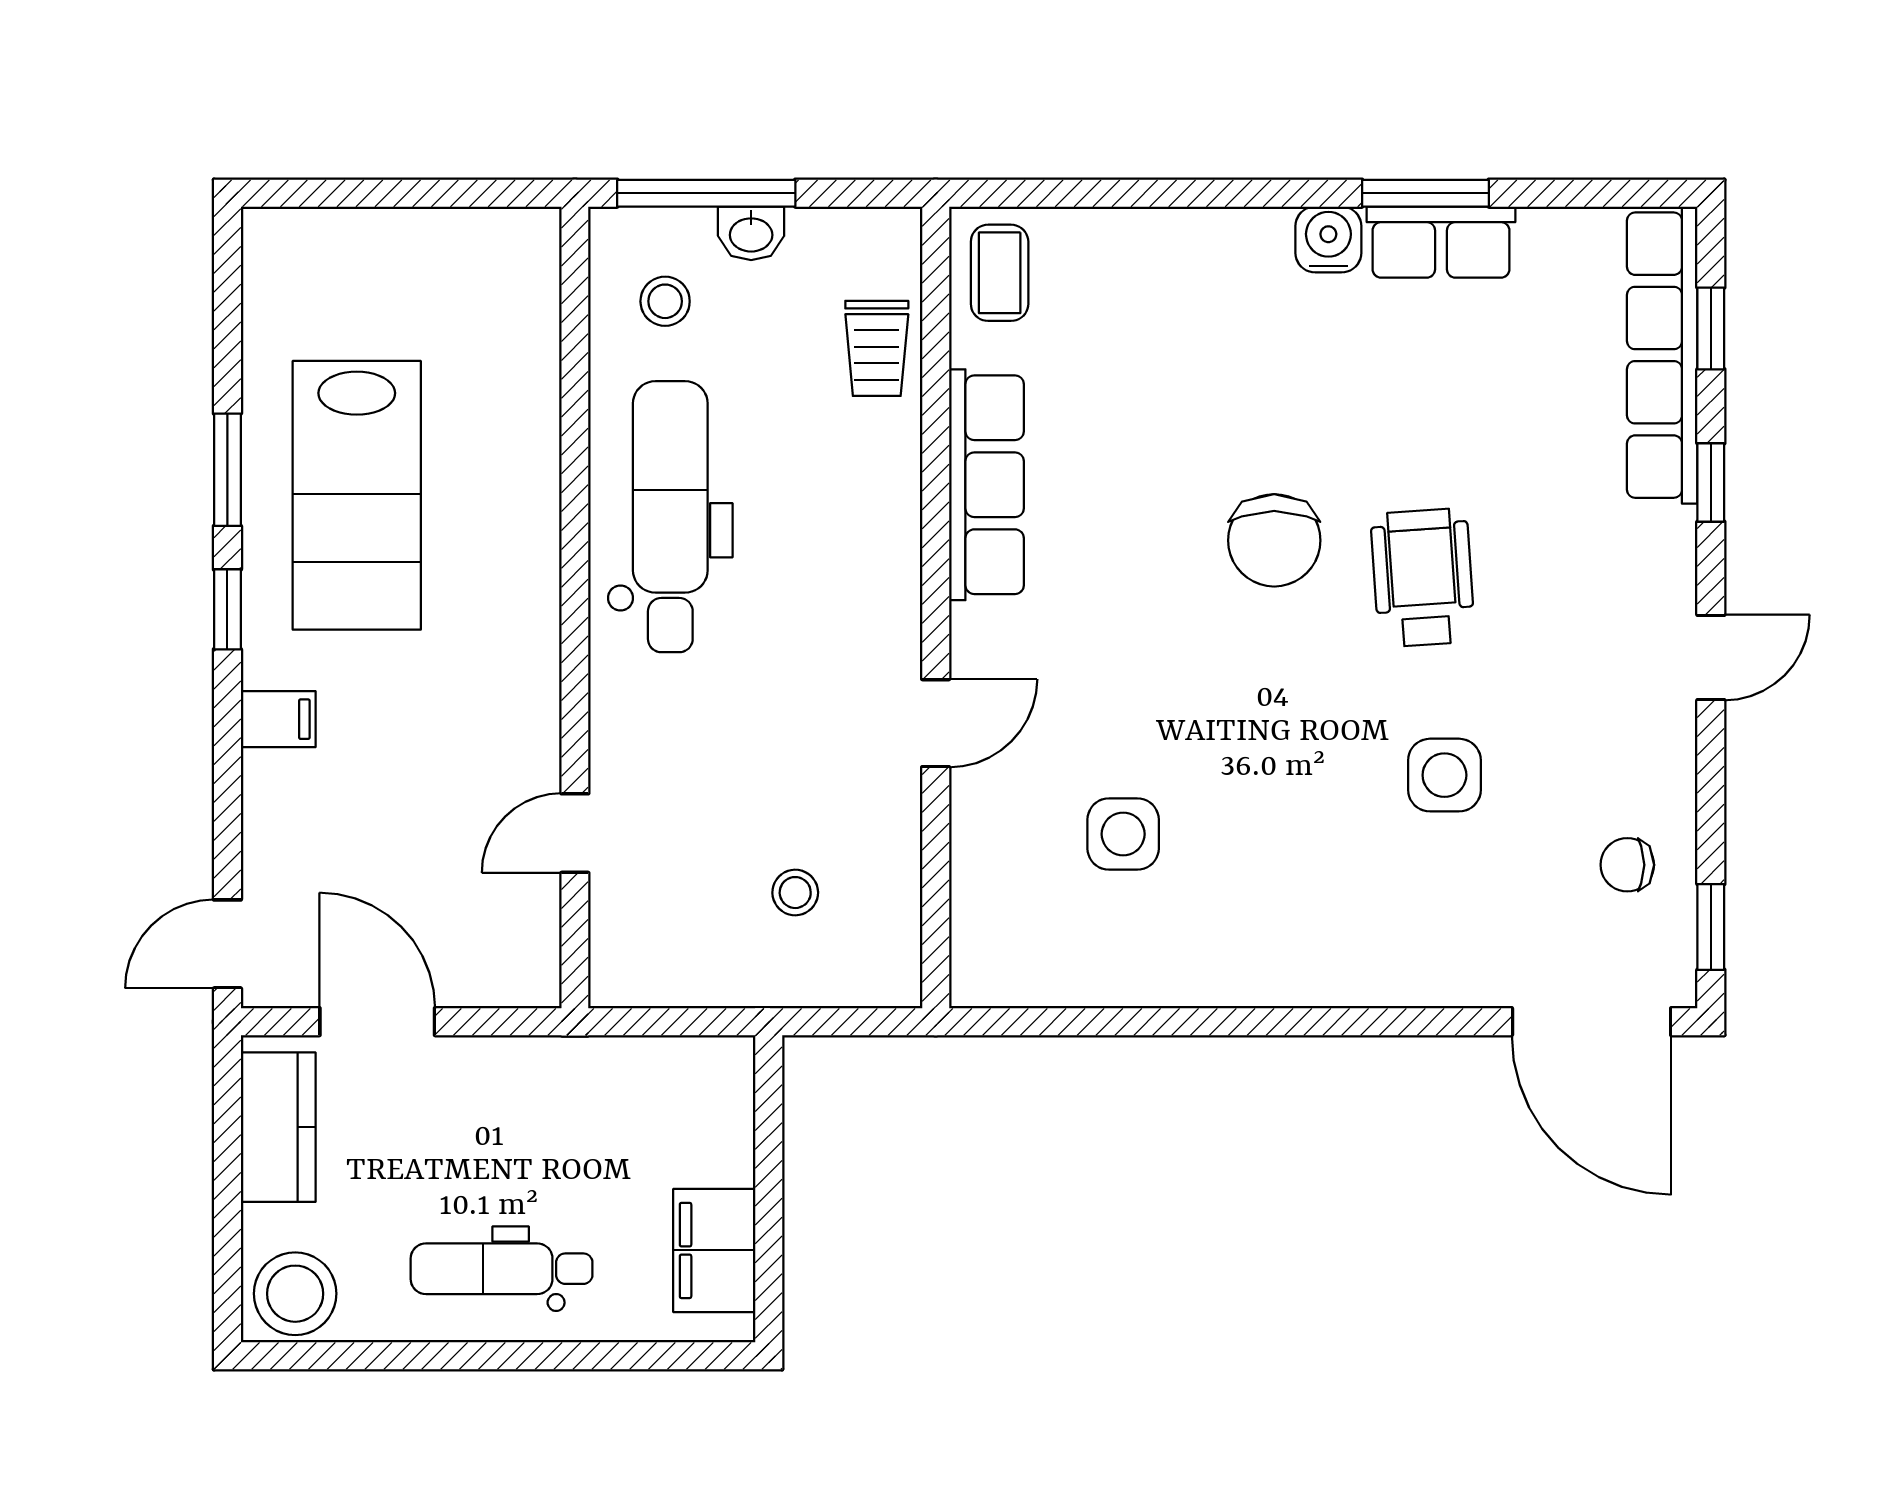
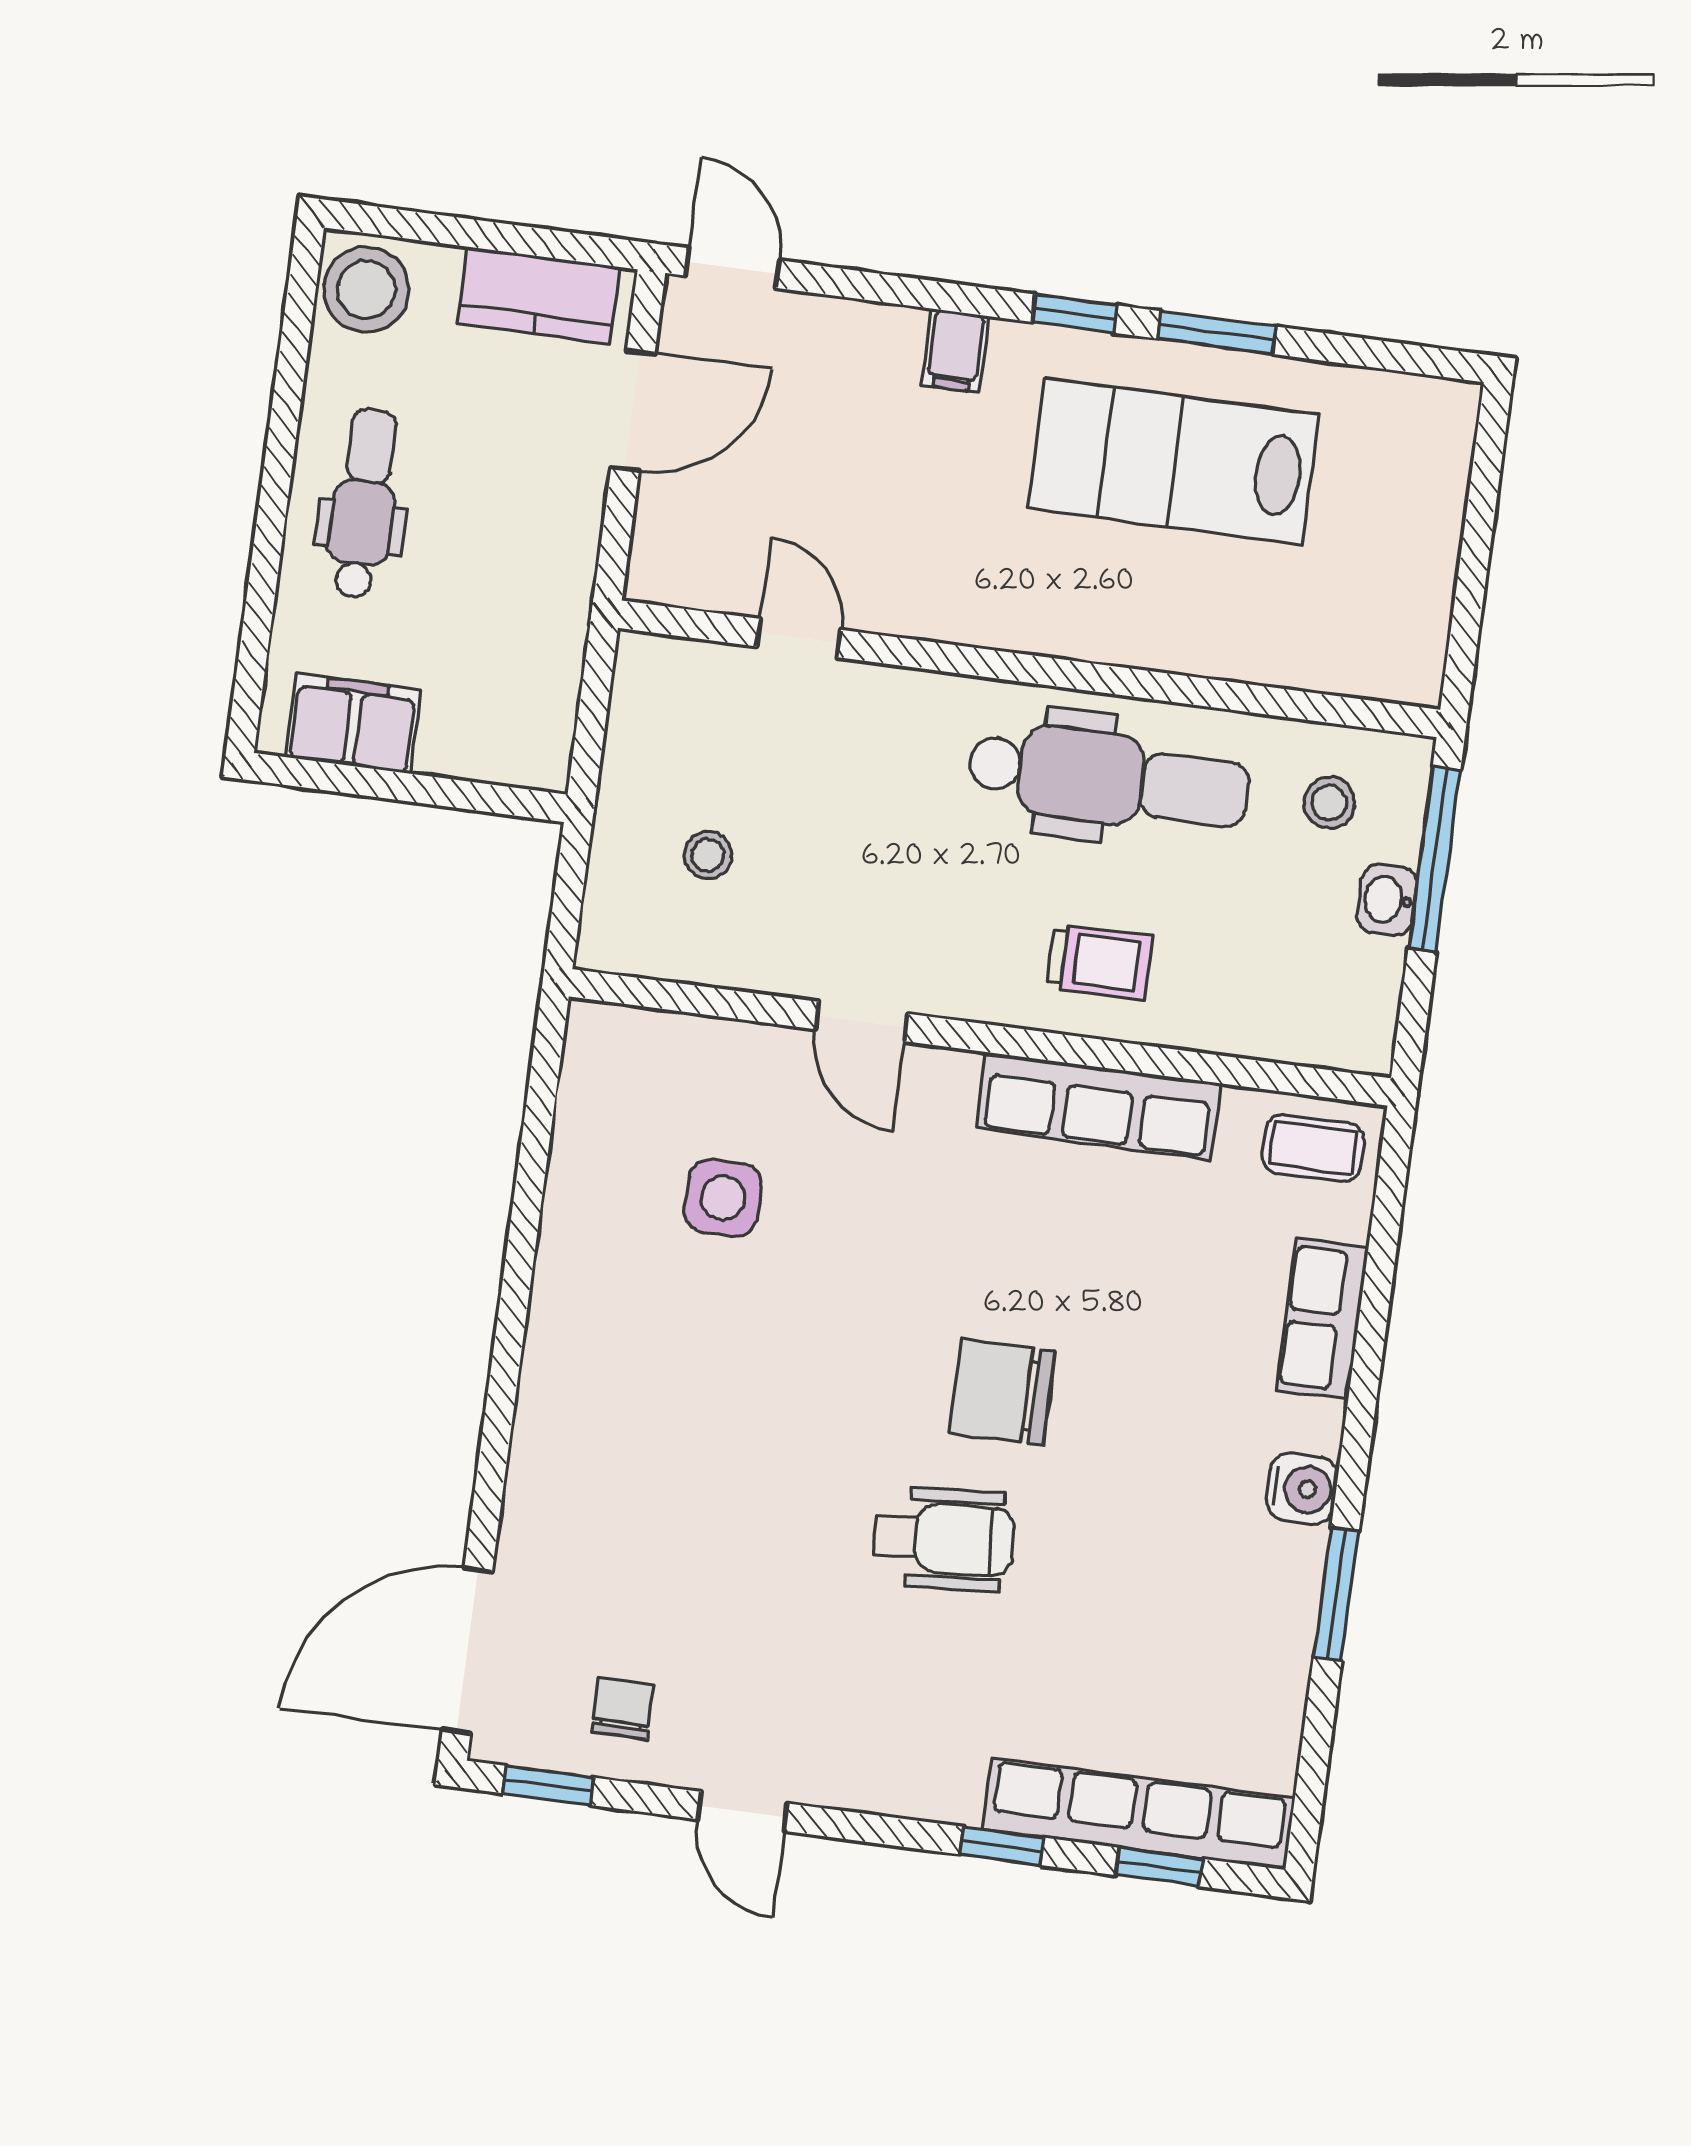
row of seats: (1441, 242) -> (1322, 1319), moved
trolley: (877, 348) -> (1100, 962), moved, turned 180
door: (1711, 658) -> (743, 1811), moved
side table: (1444, 775) -> (739, 1534), removed

